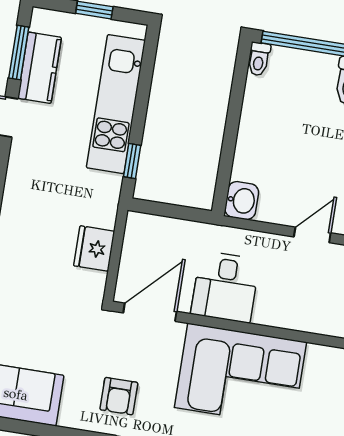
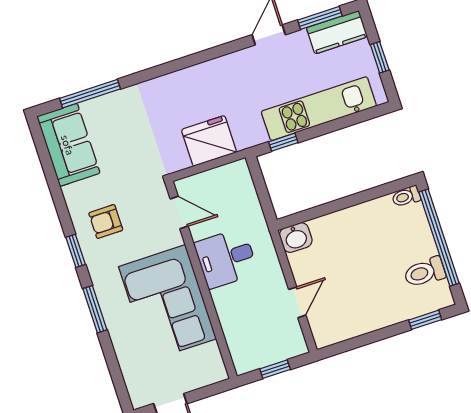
kitchen counter: (40, 68) -> (337, 32), moved
door: (312, 235) -> (297, 302), hinge flipped
fridge: (94, 249) -> (209, 141), width x1.36, depth x1.34
door: (150, 312) -> (179, 212), width x0.73

